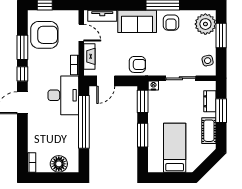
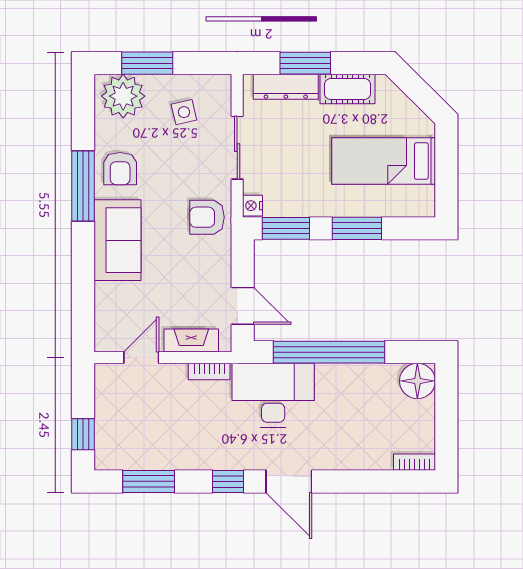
tv unit: (102, 16) -> (106, 313), removed
armchair: (171, 23) -> (120, 169), turned 90
armchair: (44, 35) -> (146, 435), removed
window: (22, 47) -> (149, 481), moved
side table: (208, 61) -> (184, 112), moved
armchair: (137, 64) -> (207, 217), moved, turned -90
dresser: (210, 101) -> (286, 87), width x1.44
floor lamp: (59, 164) -> (417, 381), moved

